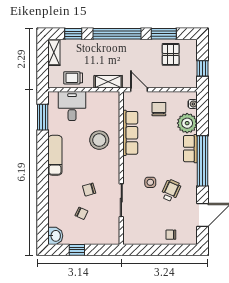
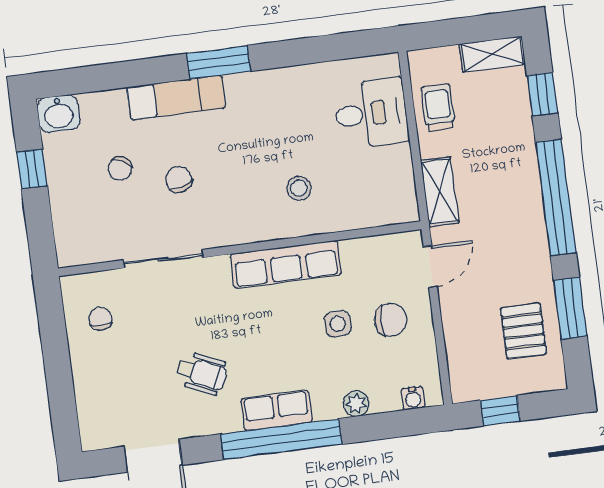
pallet: (171, 54) -> (523, 331), turned 90
window: (43, 117) -> (218, 62), moved
plant: (187, 123) -> (356, 404), width x0.53, depth x0.53
row of seats: (130, 133) -> (286, 264), moved
stool: (99, 140) -> (299, 188), width x0.53, depth x0.53
row of seats: (190, 149) -> (276, 410), moved
exam couch: (55, 155) -> (176, 98), moved
side table: (150, 182) -> (338, 324), moved
chair: (171, 235) -> (100, 319), moved

